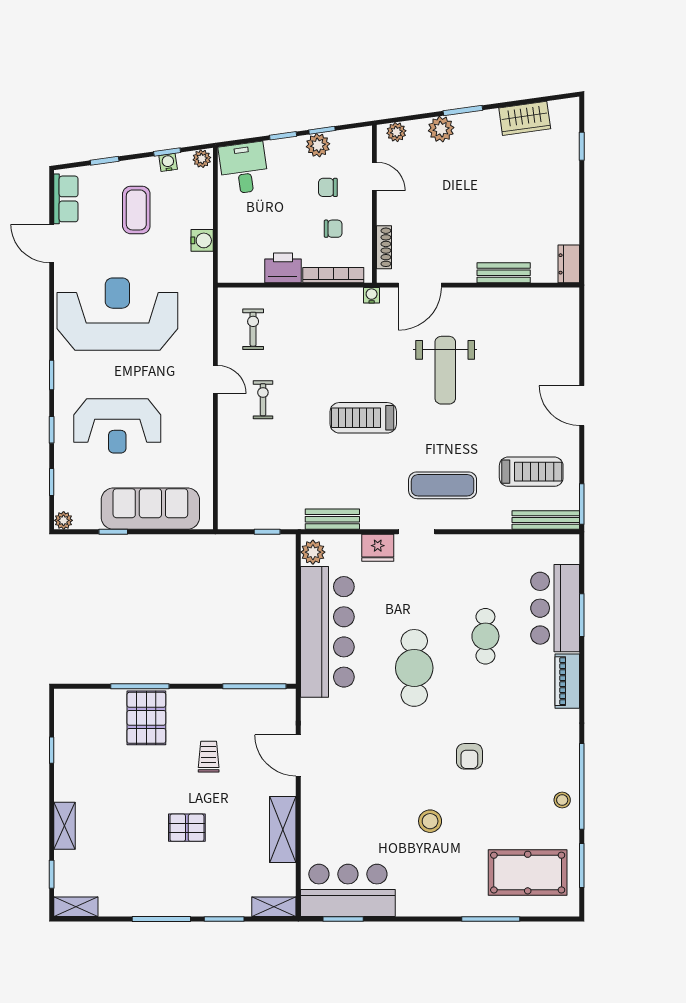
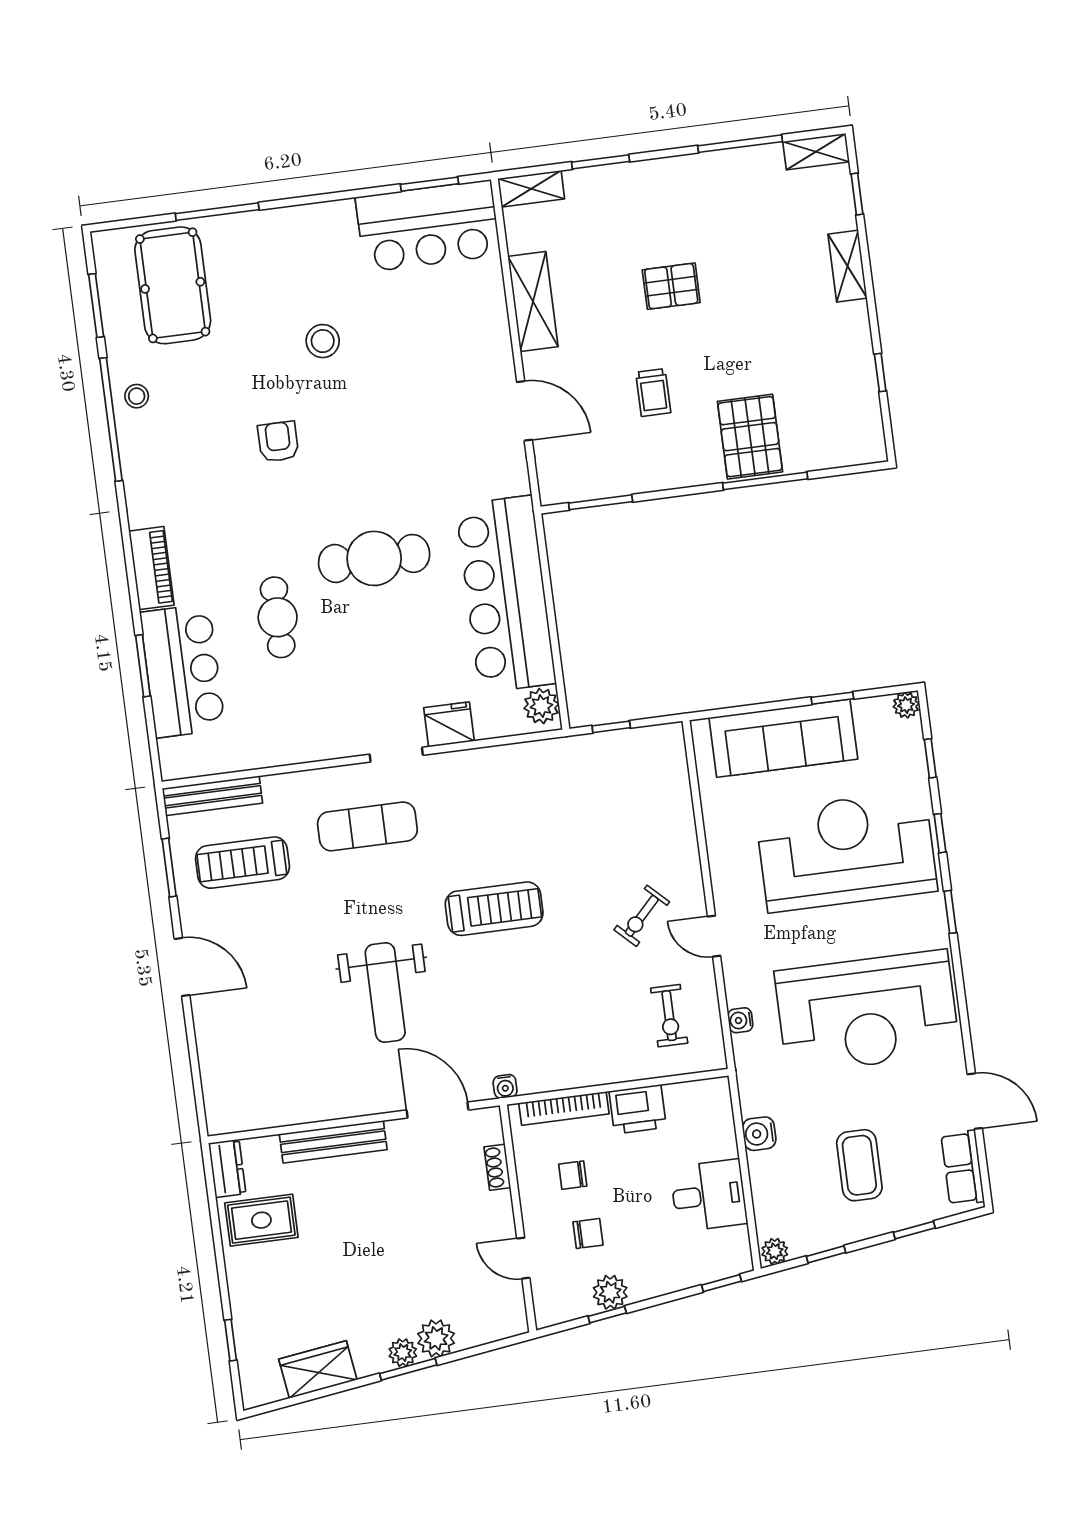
plant: (396, 132) -> (403, 1353), moved
window: (283, 136) -> (721, 1283), moved
water cooler: (168, 162) -> (740, 1020), moved, turned 98
desk: (244, 168) -> (709, 1195), moved, turned -82
rug: (550, 226) -> (261, 1220), added
shoe rack: (384, 247) -> (497, 1167), width x0.70
bench: (504, 273) -> (333, 1142), width x1.36
door: (420, 285) -> (438, 1110), hinge flipped
weight bench: (445, 370) -> (385, 992), turned 180
exercise bike: (263, 400) -> (642, 916), turned 44
reception desk: (117, 426) -> (846, 851), width x1.36, depth x1.30
window: (582, 504) -> (169, 868), moved
bench: (332, 519) -> (520, 757), removed
cafe table: (414, 668) -> (374, 558), turned 90
window: (254, 686) -> (601, 502), width x0.69
pool table: (528, 873) -> (173, 285), turned 90
window: (161, 919) -> (740, 144), moved

